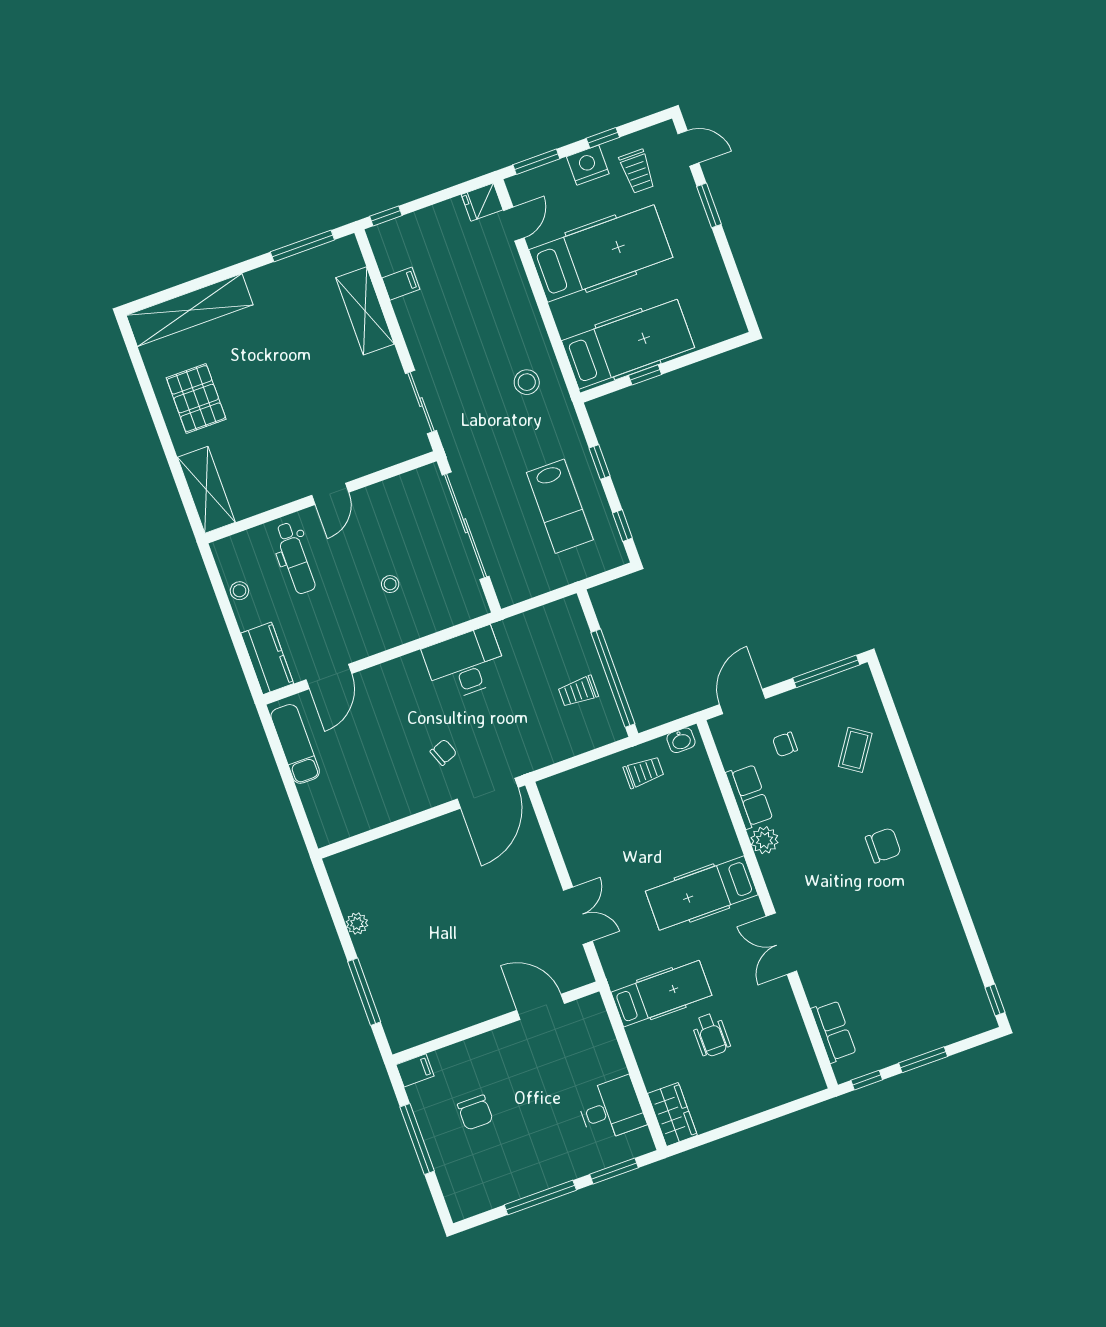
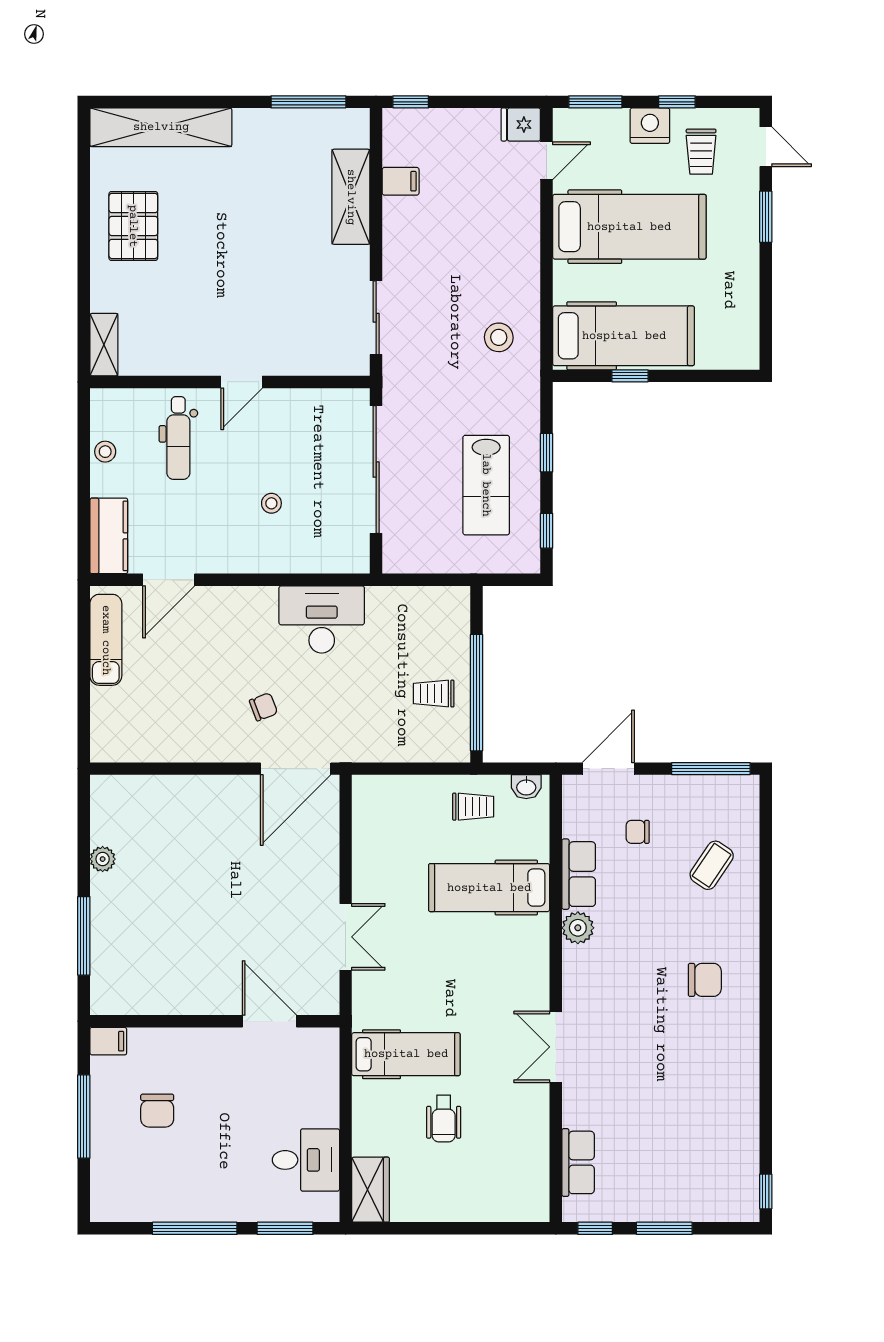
shelving: (206, 490) -> (104, 345), width x0.67, depth x0.75
hospital bed: (702, 893) -> (489, 888), moved

